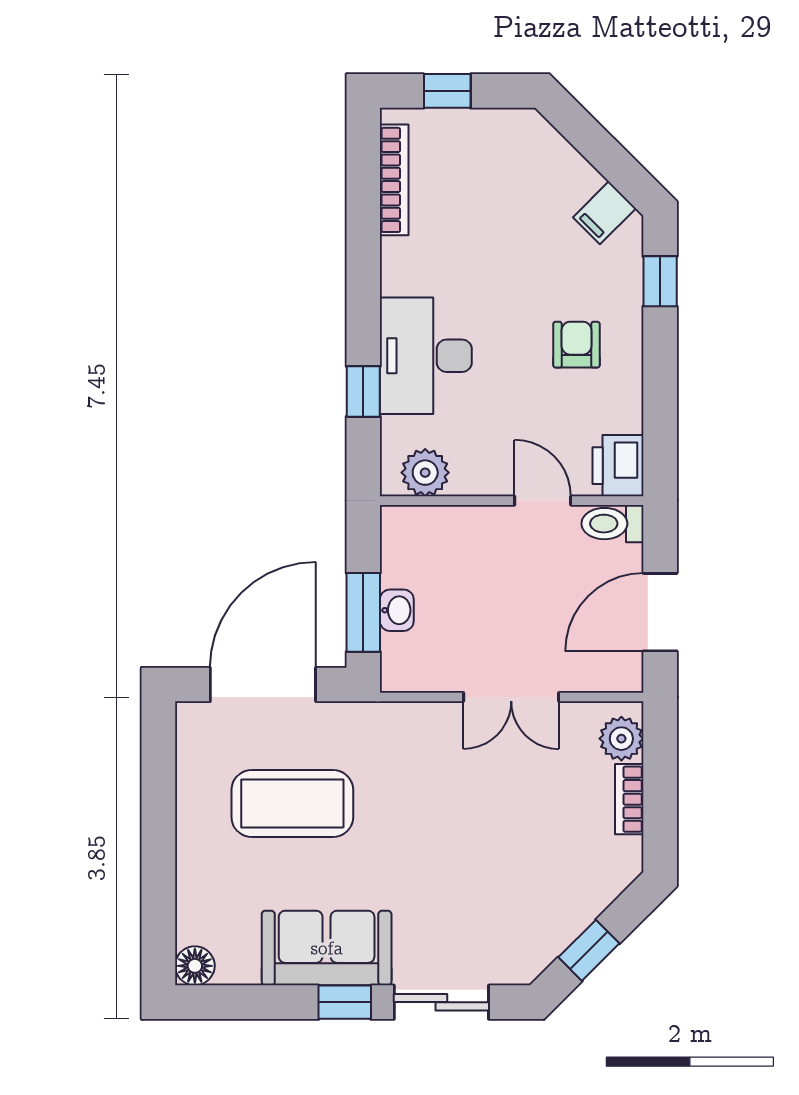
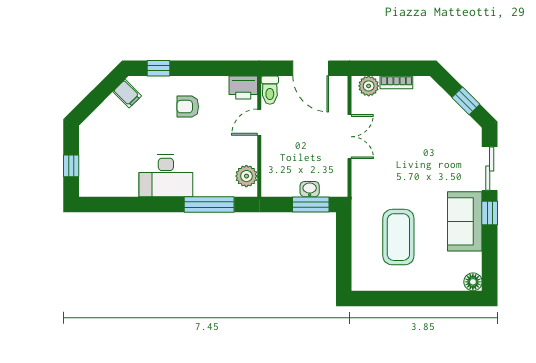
bookcase: (394, 180) -> (112, 190), removed
desk: (426, 356) -> (166, 176), moved
window: (363, 391) -> (209, 204), width x2.17
door: (263, 685) -> (344, 251), removed

